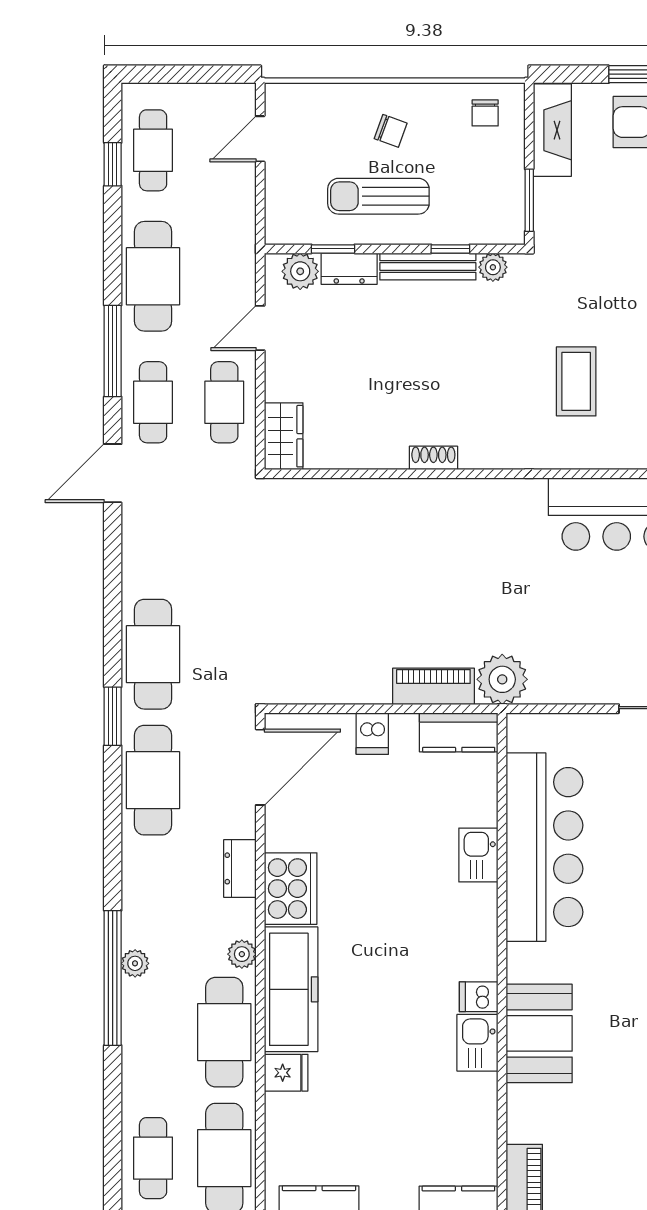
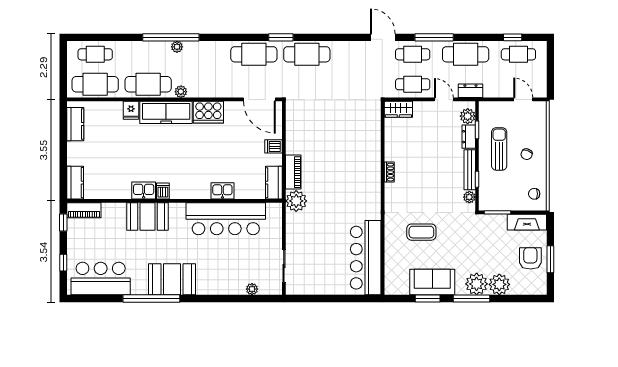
dresser: (240, 868) -> (470, 91), moved

